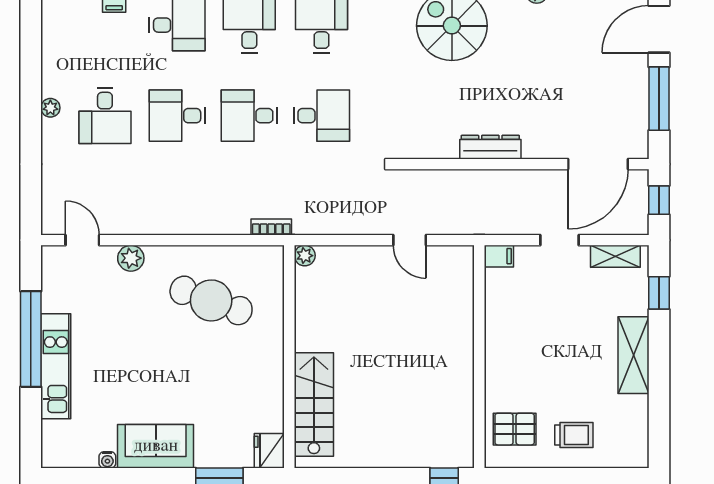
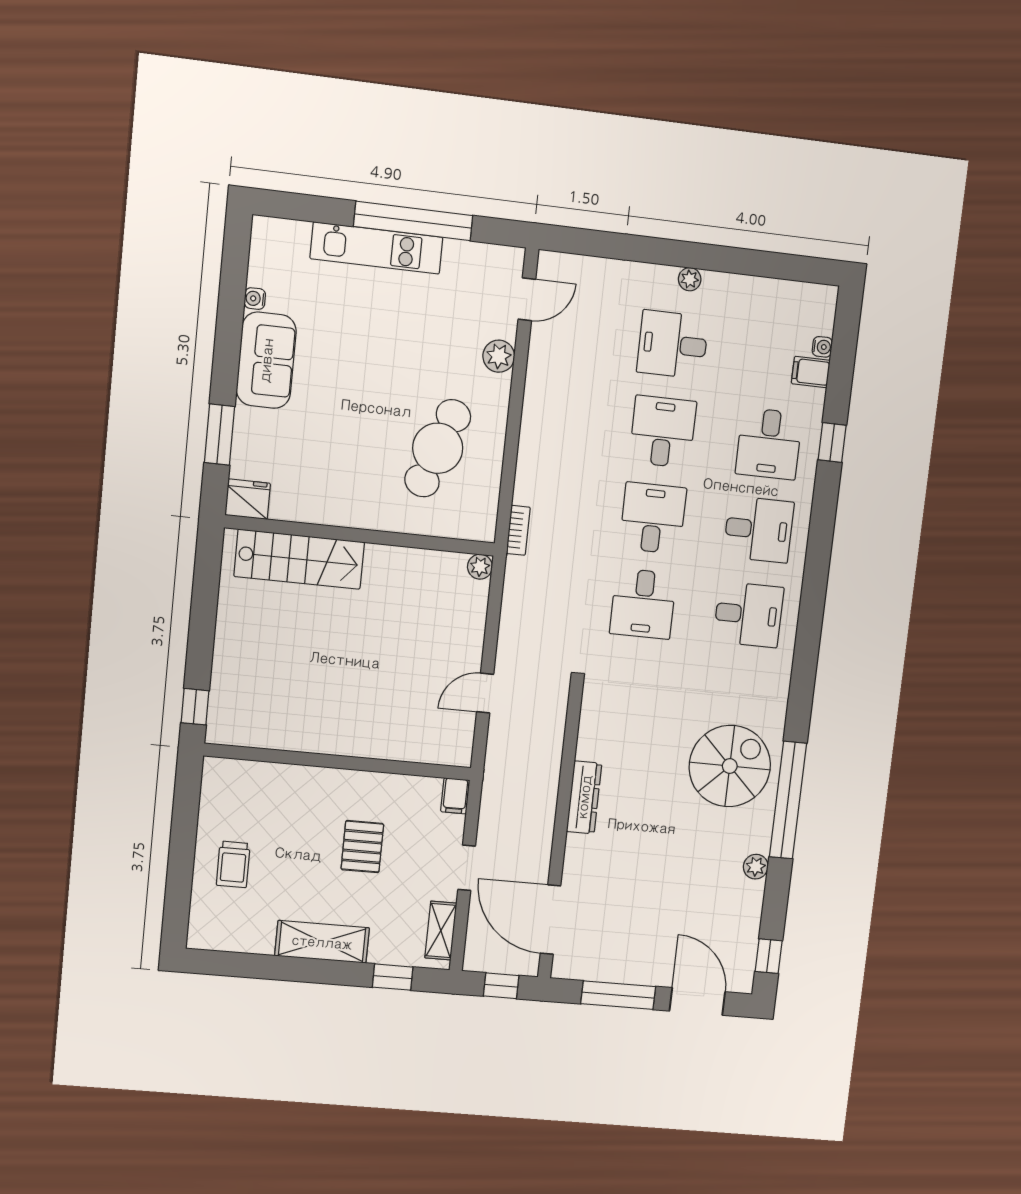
pallet: (515, 429) -> (362, 847), moved

